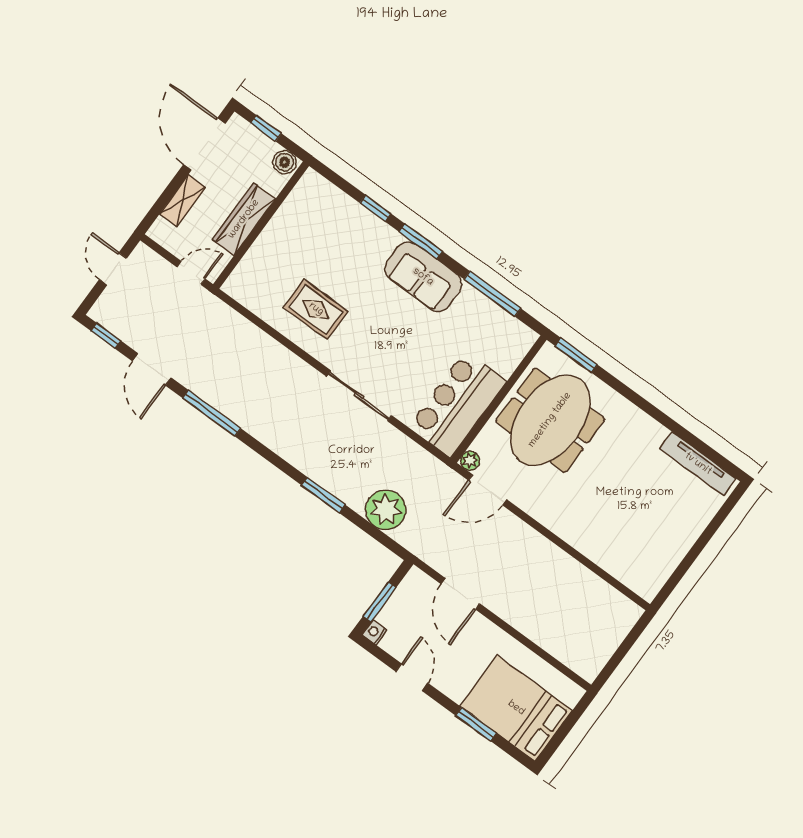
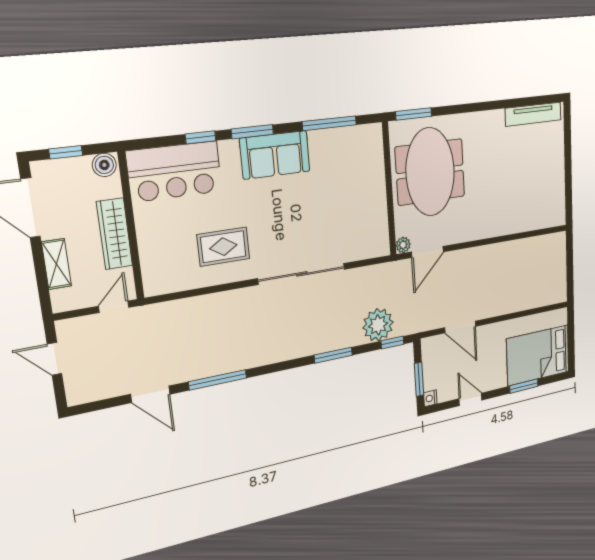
window: (106, 336) -> (392, 342), moved
sliding door: (359, 396) -> (302, 274), width x1.36
bar counter: (457, 404) -> (175, 171), moved, turned -90

